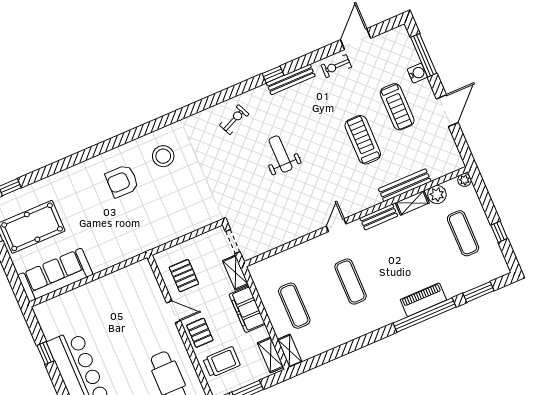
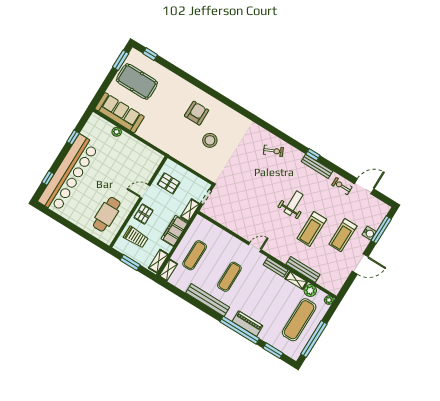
treadmill: (363, 140) -> (312, 229), turned 180
weight bench: (280, 154) -> (293, 203), moved
stool: (163, 156) -> (210, 140), moved
armchair: (122, 181) -> (197, 113), turned 90
window: (499, 232) -> (314, 339), width x3.17
exercise mat: (463, 233) -> (299, 320), width x1.36, depth x1.45
pallet: (184, 276) -> (169, 183), turned 90
plant: (76, 295) -> (117, 132), added
door: (173, 312) -> (145, 191), swing flipped
bench: (360, 328) -> (208, 300), added

